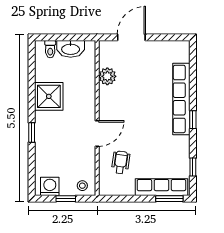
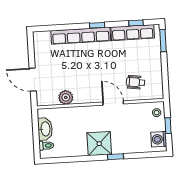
shower: (49, 96) -> (99, 144), moved
row of seats: (161, 187) -> (133, 33), moved, turned -90

